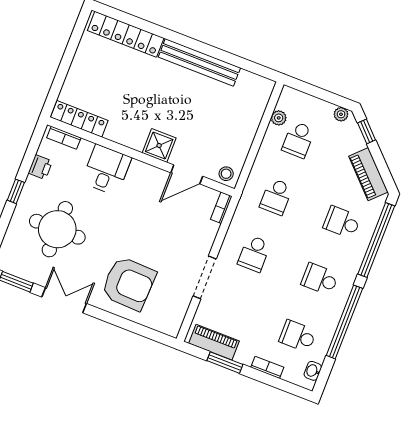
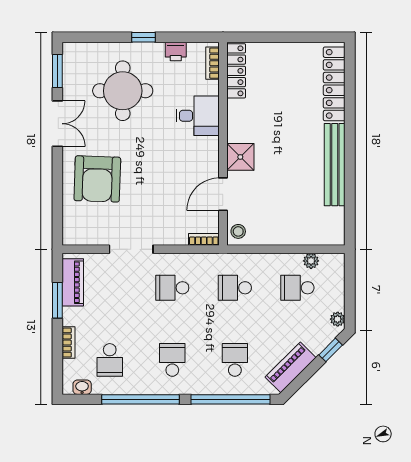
door: (187, 174) -> (223, 194), hinge flipped
school desk: (298, 336) -> (110, 360), turned 180

